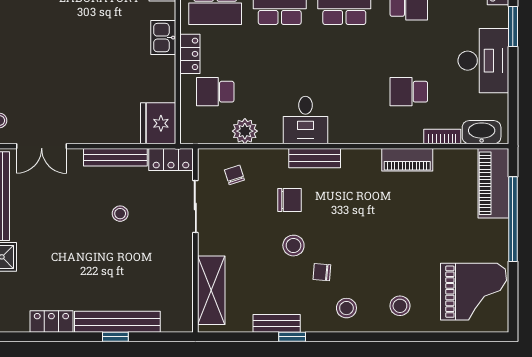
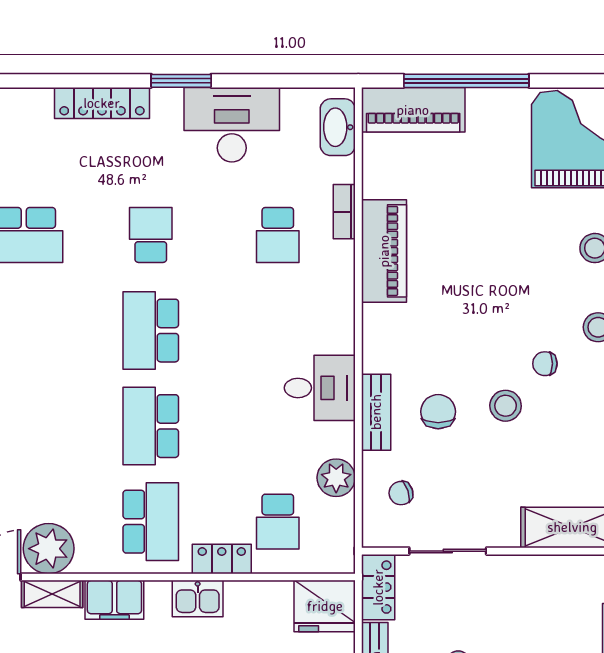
bookcase: (442, 137) -> (344, 212), moved
bench: (315, 158) -> (376, 412), moved
piano: (407, 160) -> (384, 251), width x1.37, depth x1.33
chair: (322, 272) -> (545, 364), turned 85

